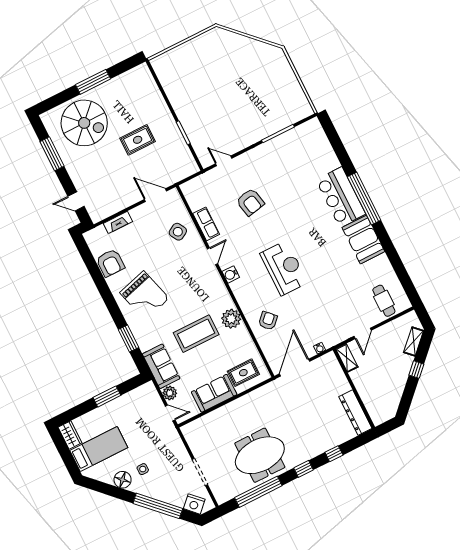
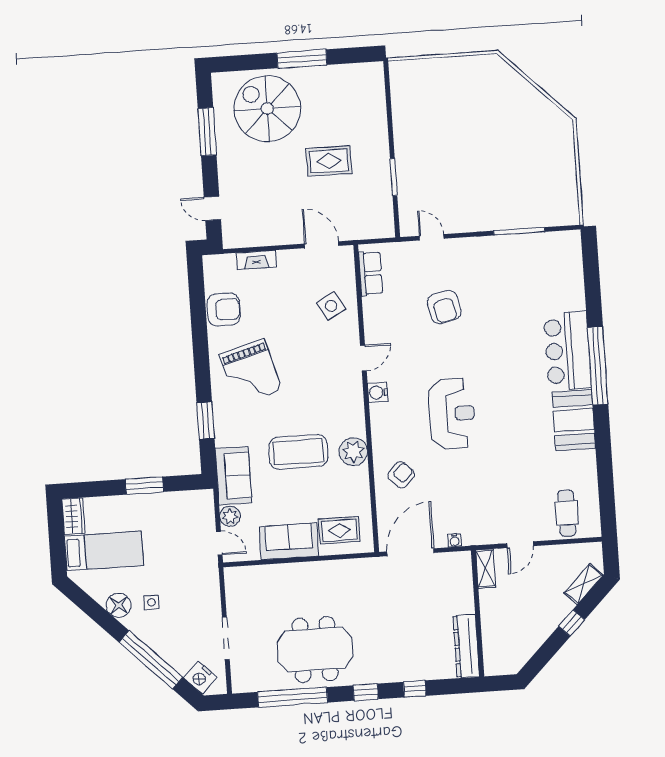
spiral stairs: (84, 123) -> (267, 109), turned 180
row of seats: (206, 224) -> (371, 273), moved
armchair: (110, 263) -> (224, 310), turned -90

